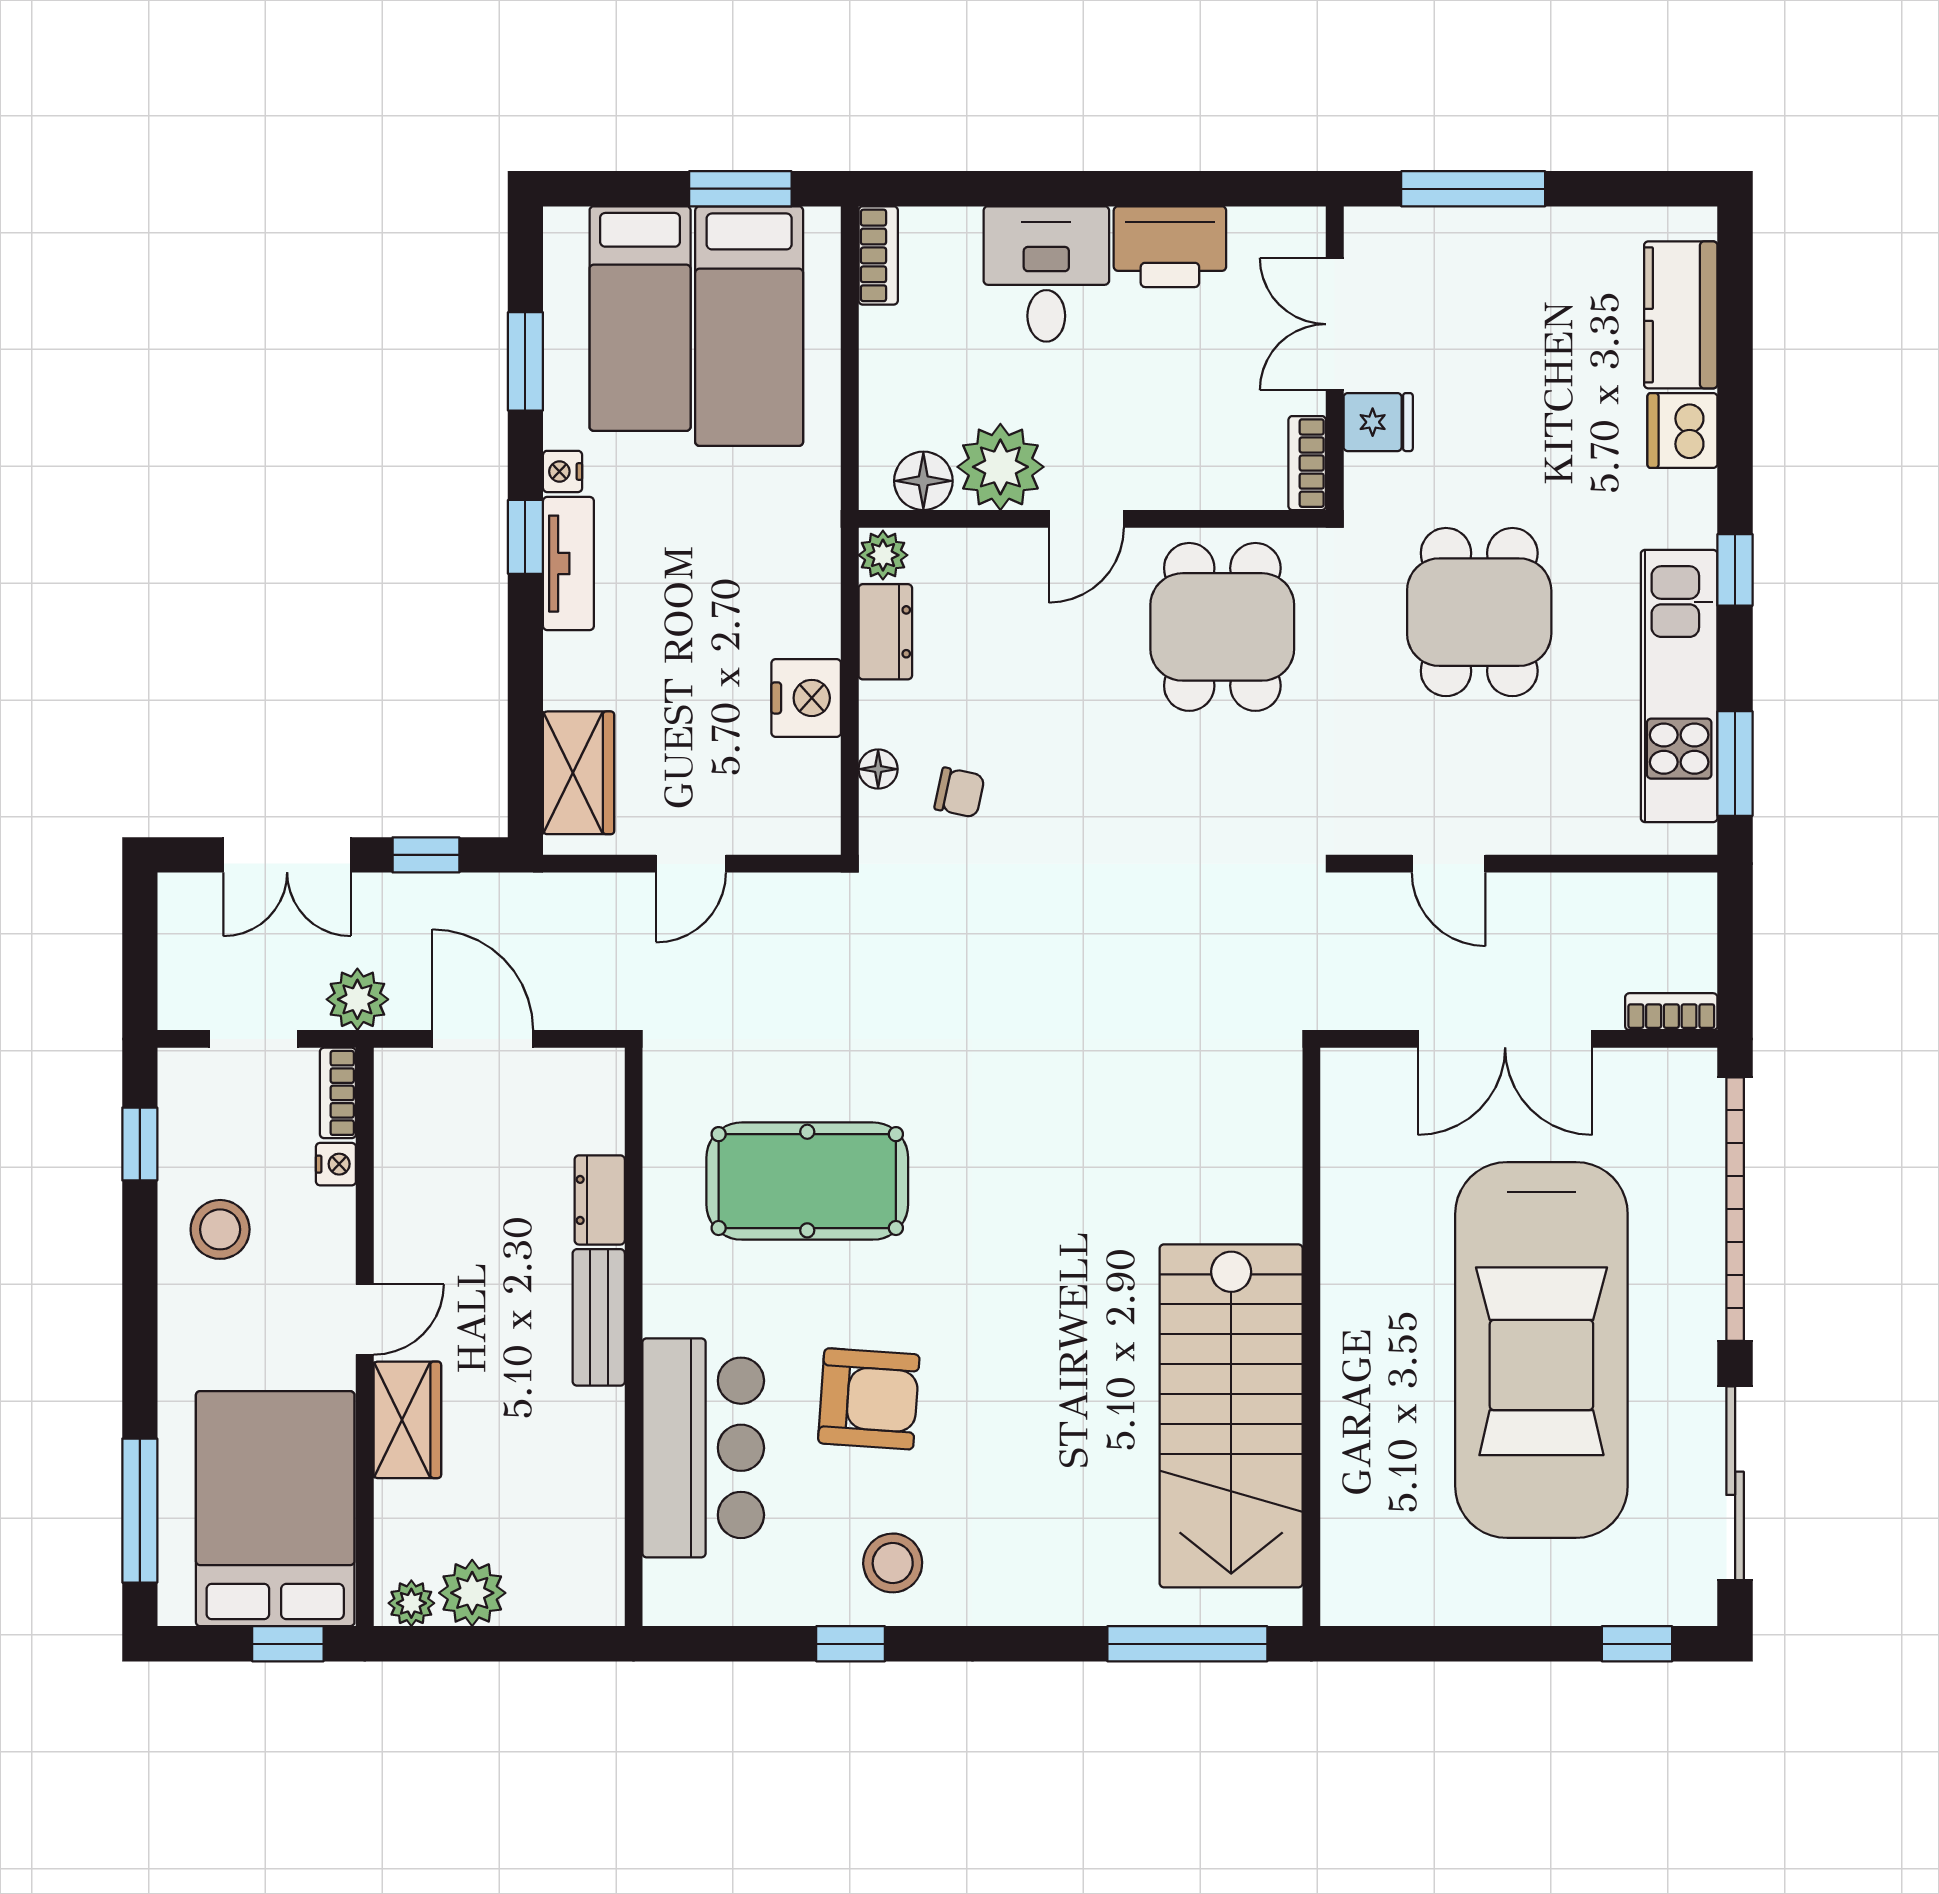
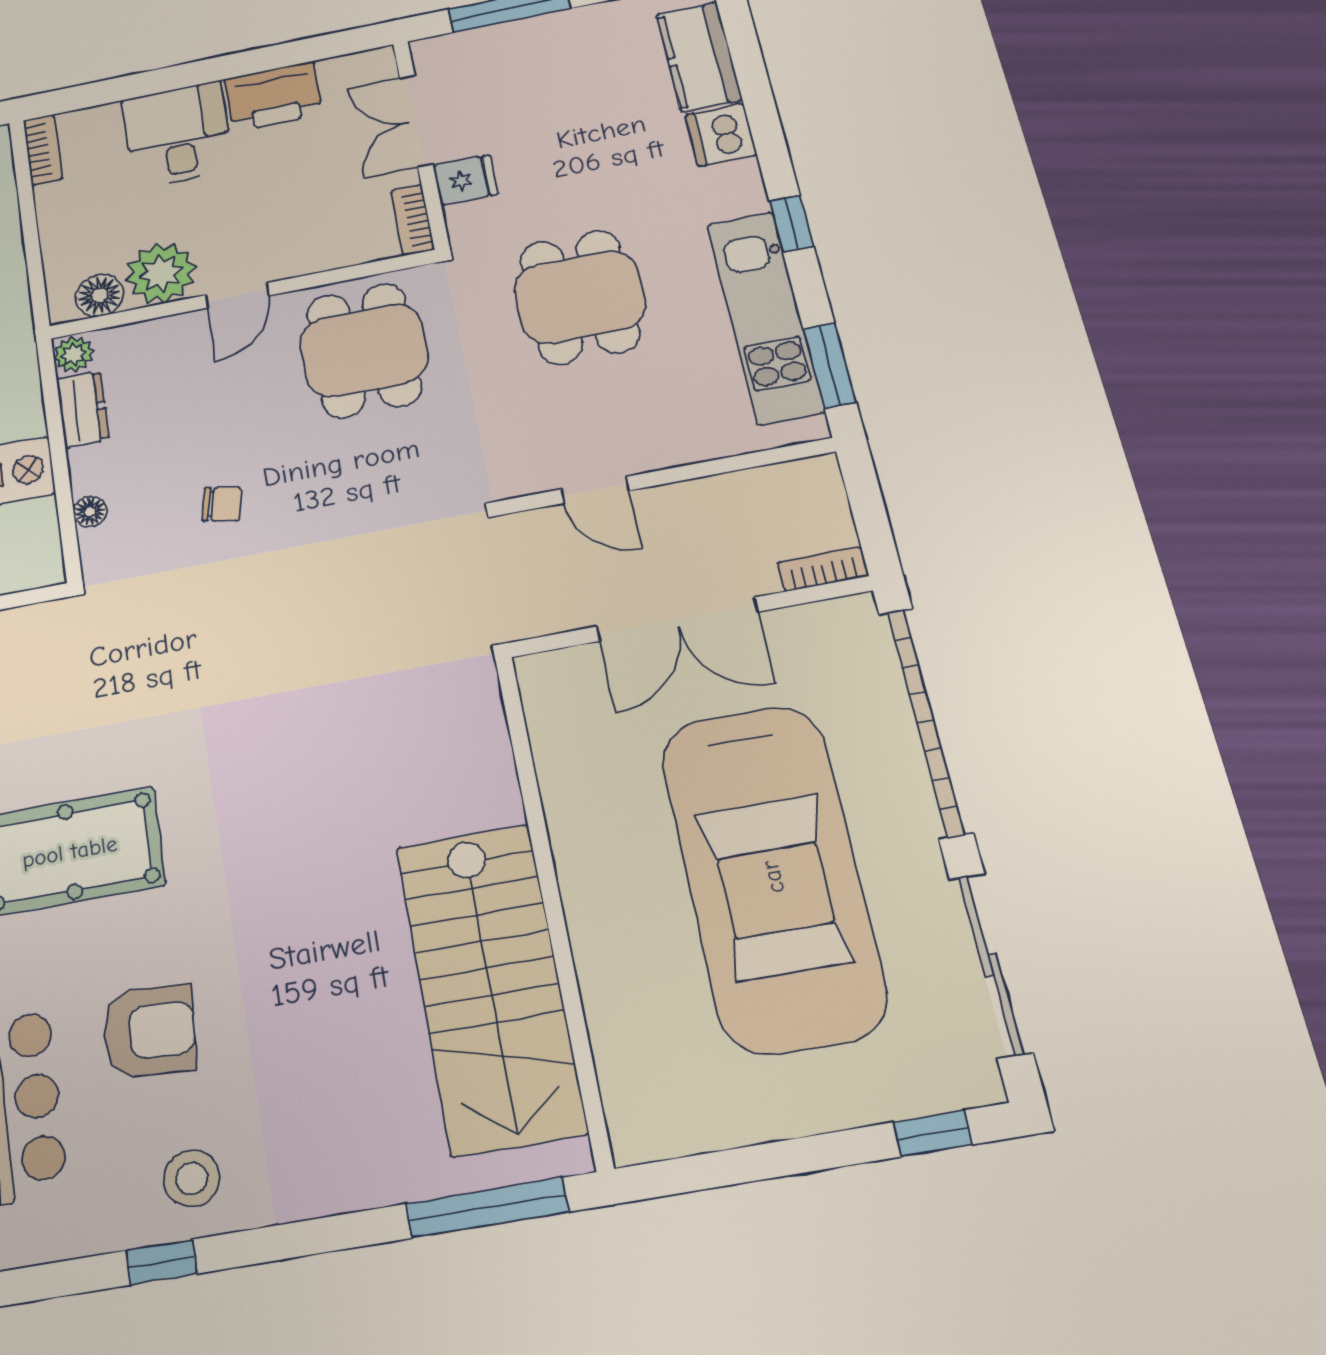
chair: (960, 793) -> (222, 504), moved

